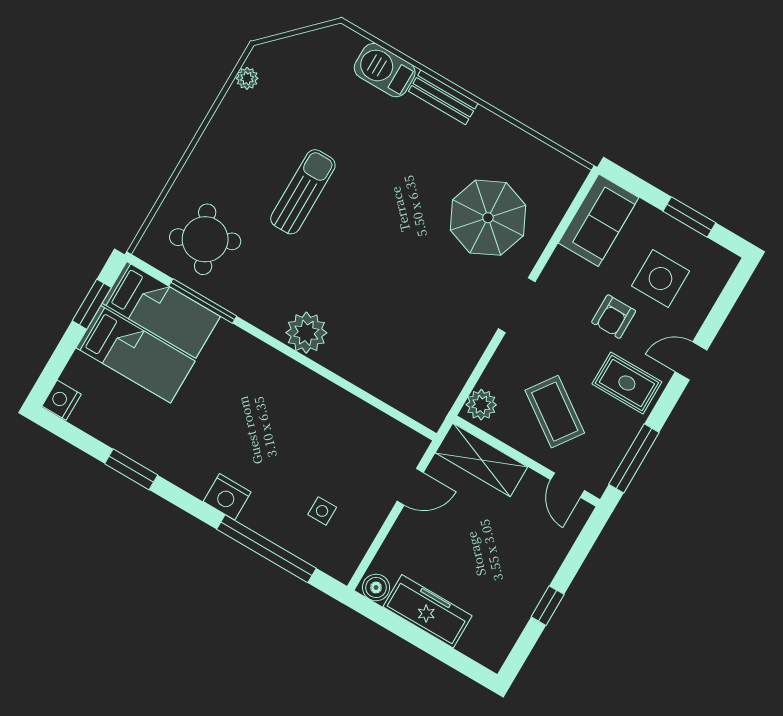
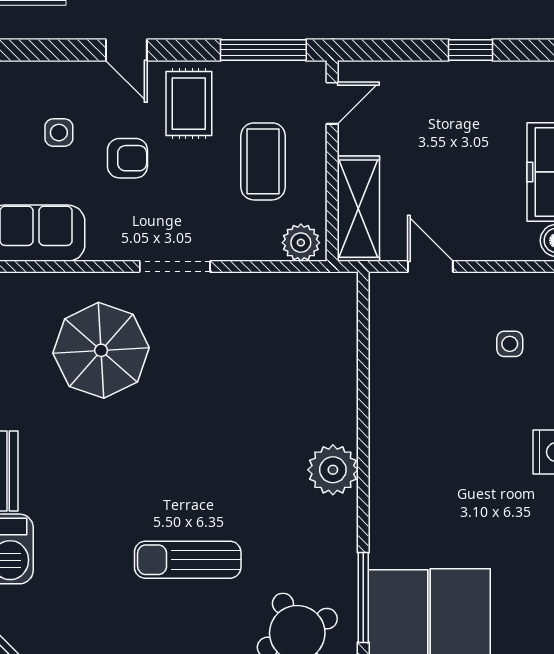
side table: (660, 278) -> (59, 133), width x0.54, depth x0.54
coffee table: (555, 412) -> (263, 161), turned -35

